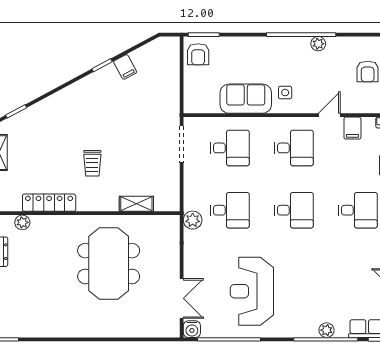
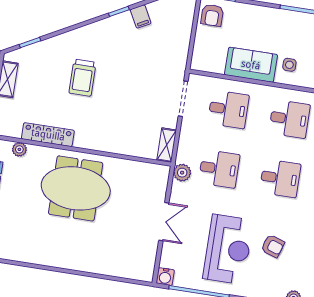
trolley: (92, 163) -> (82, 78), moved, width x1.36, depth x1.39
shelving: (136, 204) -> (167, 145), moved, turned 90
meeting table: (109, 264) -> (76, 188), moved, turned 90
armchair: (297, 281) -> (273, 246), added
reception desk: (252, 291) -> (228, 249), turned 180
double door: (182, 298) -> (164, 222), moved

